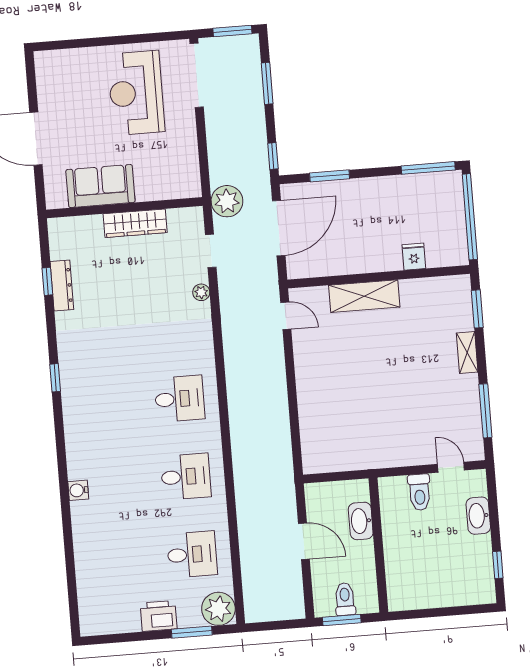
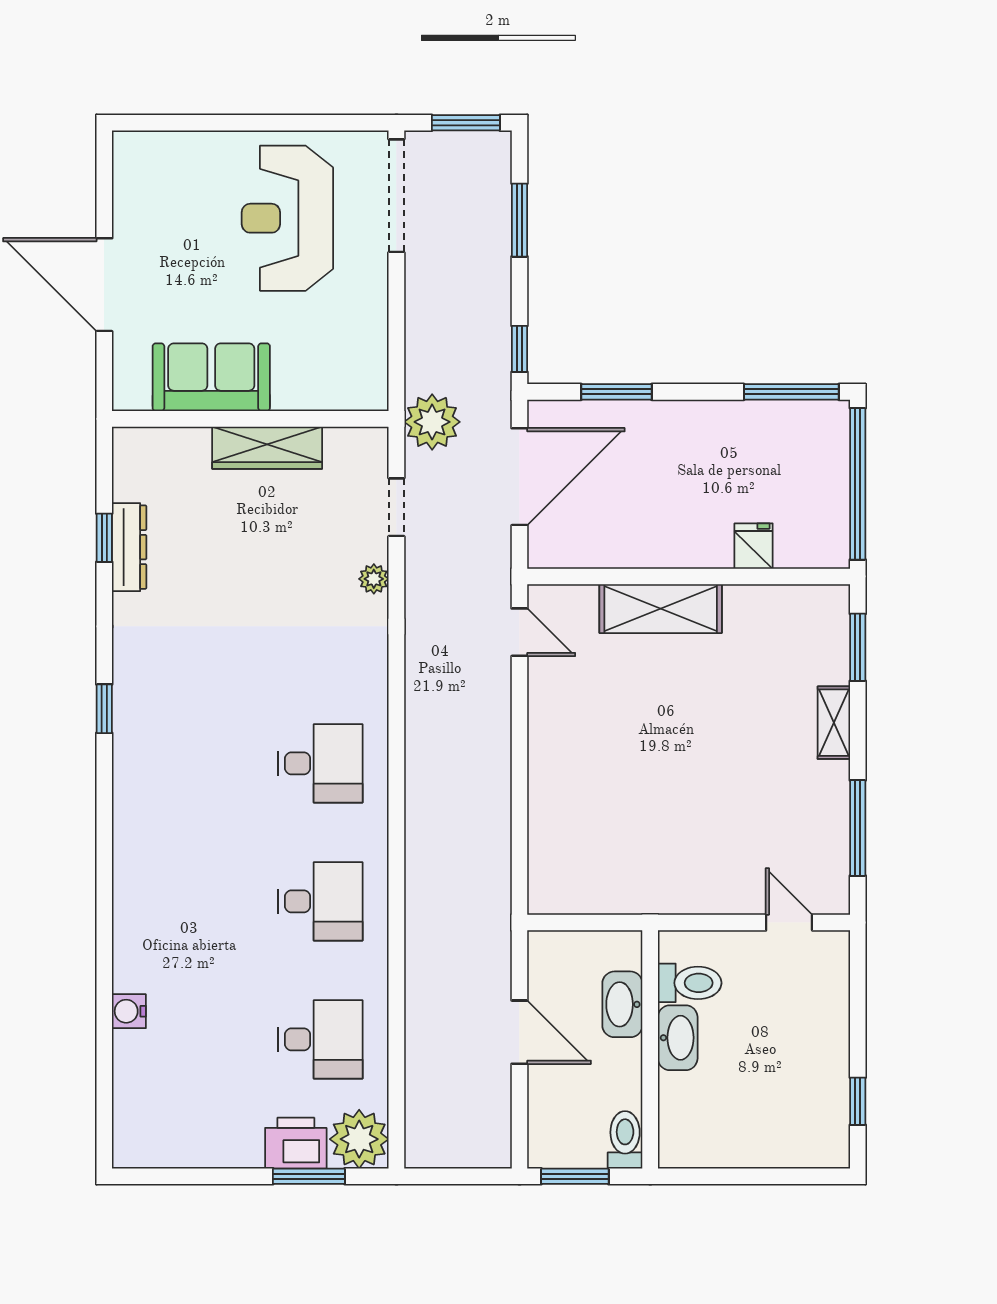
water cooler: (78, 490) -> (129, 1011), moved
toilet: (419, 492) -> (690, 983), moved, turned -90
washbasin: (478, 516) -> (678, 1038), moved, turned 180
toilet: (345, 599) -> (625, 1140), moved
printer: (159, 616) -> (296, 1143), moved

